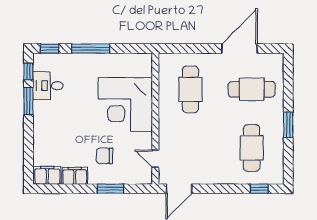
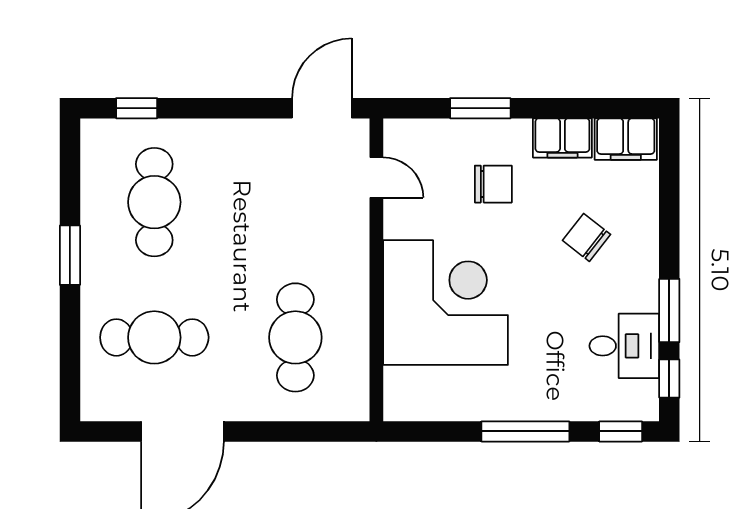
chair: (64, 133) -> (587, 237), added

